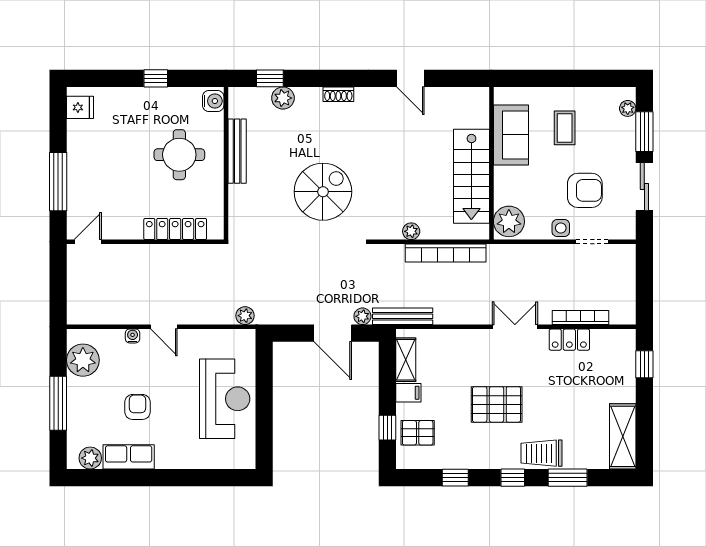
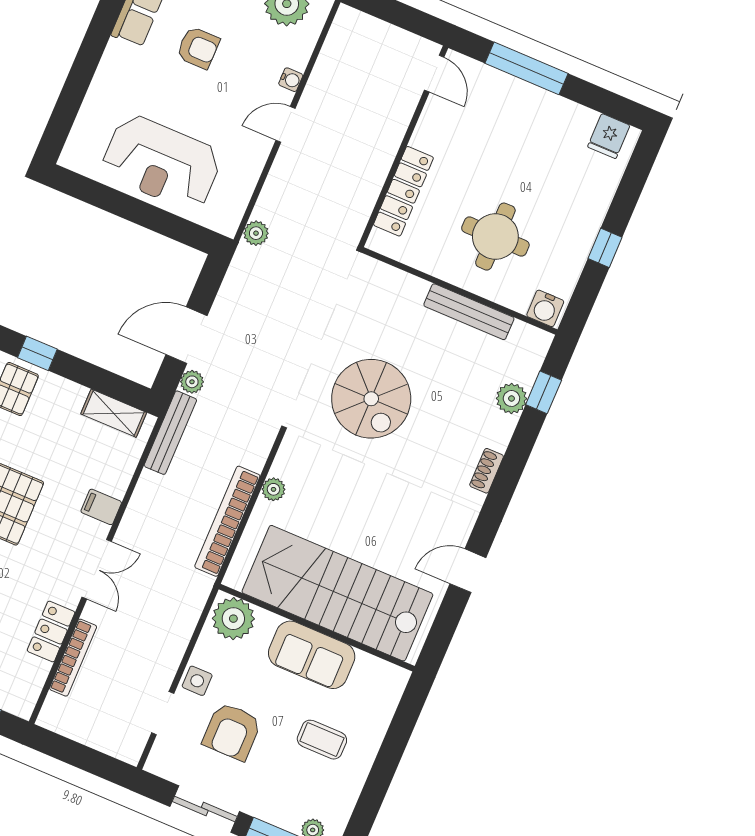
sofa: (511, 135) -> (312, 655), moved
stairs: (471, 176) -> (337, 593), width x1.36, depth x1.51
filing cabinet: (408, 393) -> (101, 507), moved, turned 90

